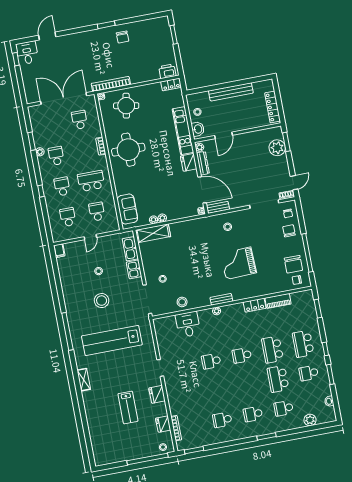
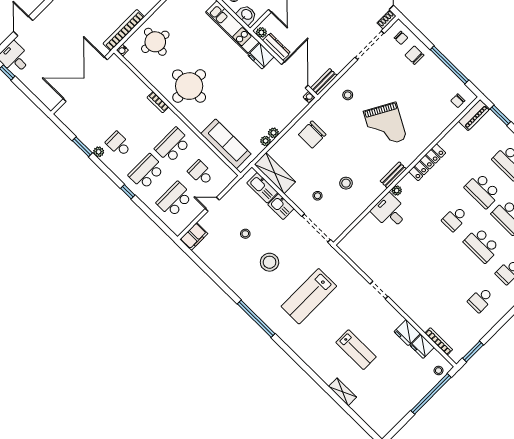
school desk: (80, 120) -> (117, 90), removed
school desk: (62, 186) -> (147, 172), width x1.85
door: (202, 190) -> (295, 75), hinge flipped
sofa: (127, 209) -> (226, 144), width x1.36
school desk: (68, 217) -> (174, 200), width x1.85
shelving: (153, 233) -> (275, 173), moved, turned 90
door: (90, 237) -> (212, 204), swing flipped
filing cabinet: (59, 251) -> (194, 236), width x2.00
grand piano: (238, 263) -> (385, 125), turned -59
chair: (293, 264) -> (312, 135), moved, turned 90
piano: (278, 301) -> (474, 115), moved
stool: (182, 302) -> (346, 183), moved
locker: (255, 305) -> (427, 162), width x1.53
desk: (188, 324) -> (390, 212), moved
lab bench: (112, 340) -> (309, 296), width x0.73
school desk: (211, 361) -> (482, 245), moved, width x1.85
shelving: (84, 380) -> (343, 392), moved
fridge: (157, 394) -> (407, 333), moved
lab bench: (128, 407) -> (356, 350), moved

